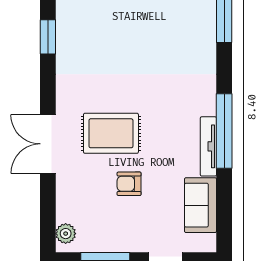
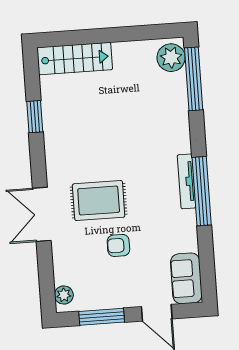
tv unit: (208, 146) -> (187, 181), moved
sofa: (201, 205) -> (186, 278), moved

